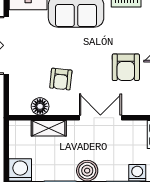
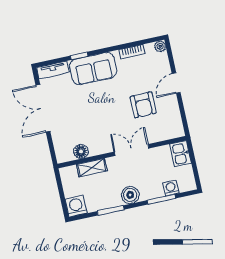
armchair: (61, 79) -> (93, 126), removed

